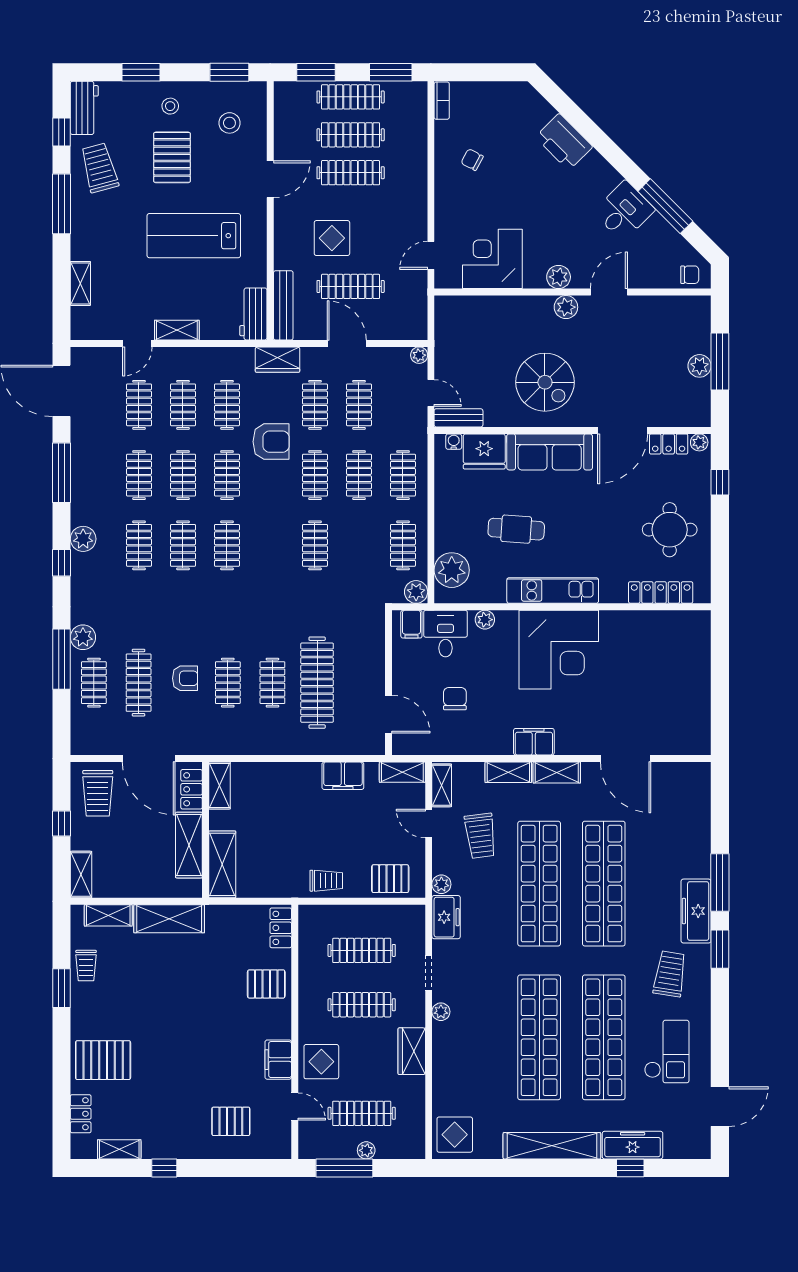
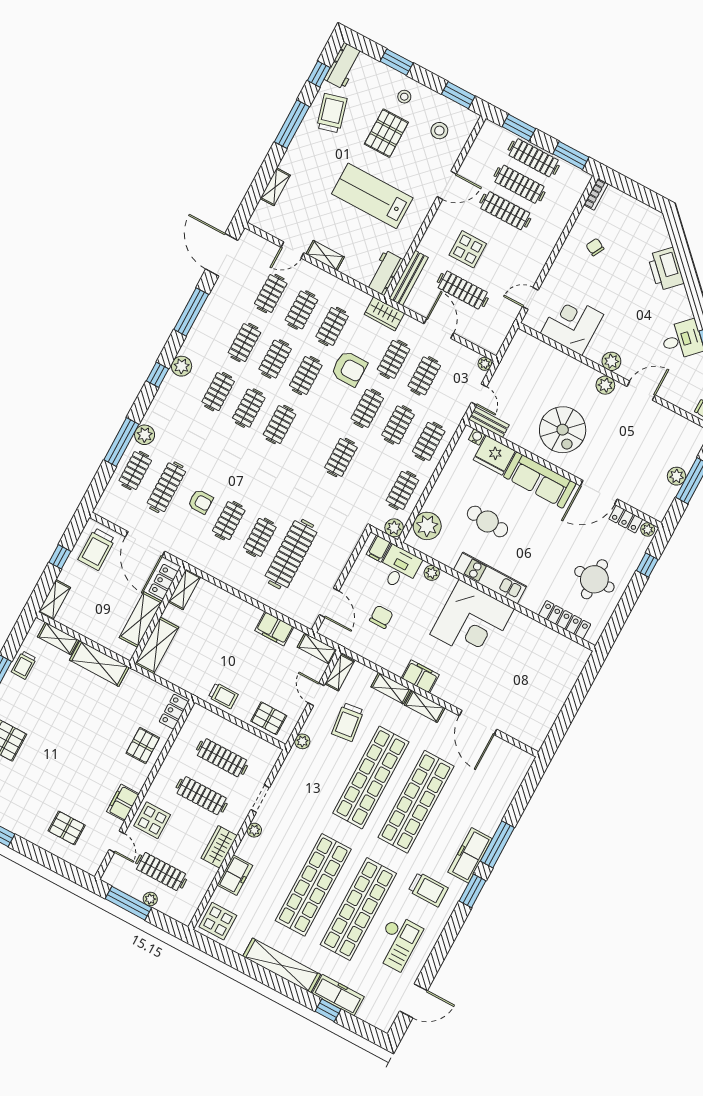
freezer: (446, 917) -> (235, 875), moved
trolley: (670, 974) -> (428, 889), turned 81
pallet: (266, 984) -> (143, 745), turned 90

